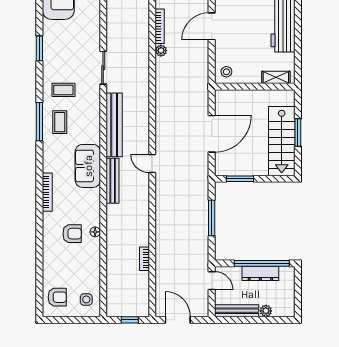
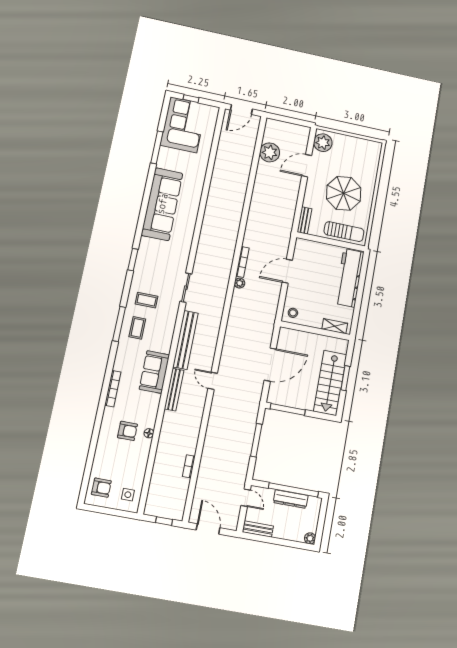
window: (240, 179) -> (288, 409), width x1.44
bench: (237, 311) -> (258, 529), width x0.73
plant: (266, 311) -> (310, 538), moved

